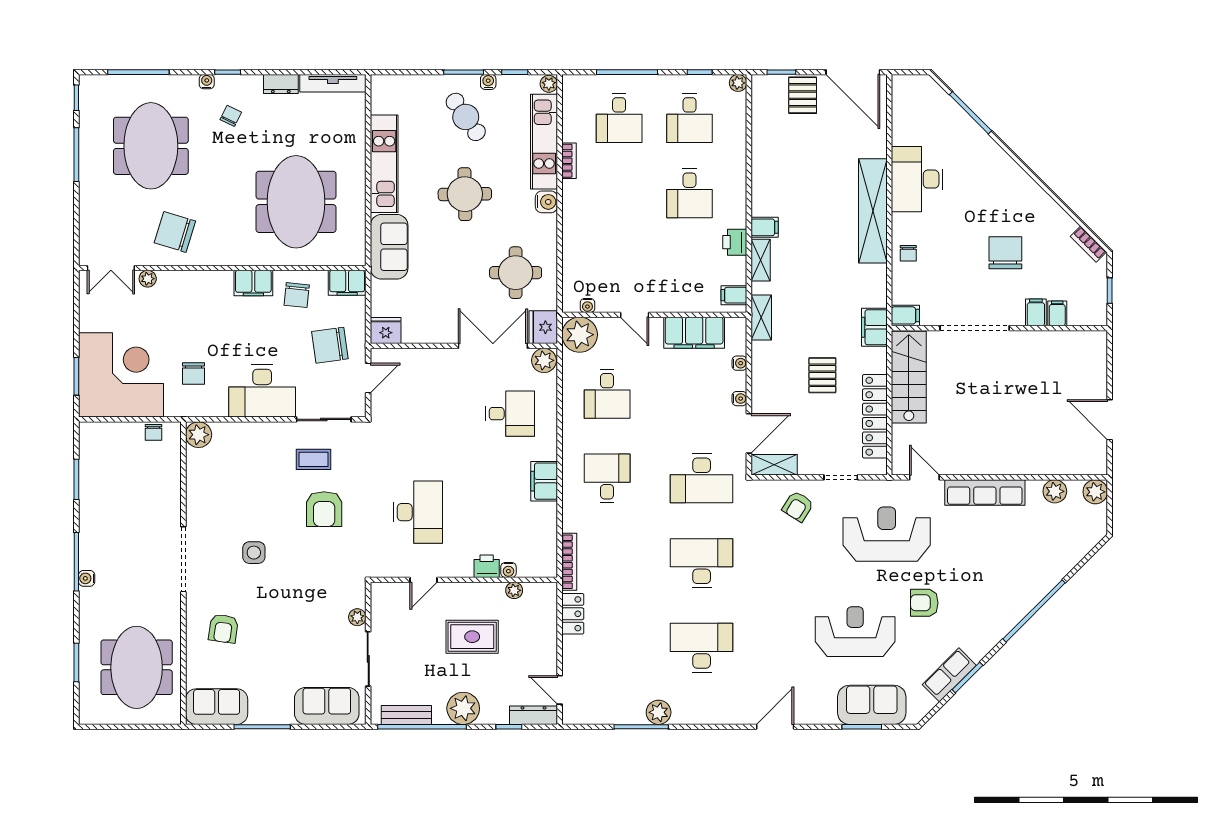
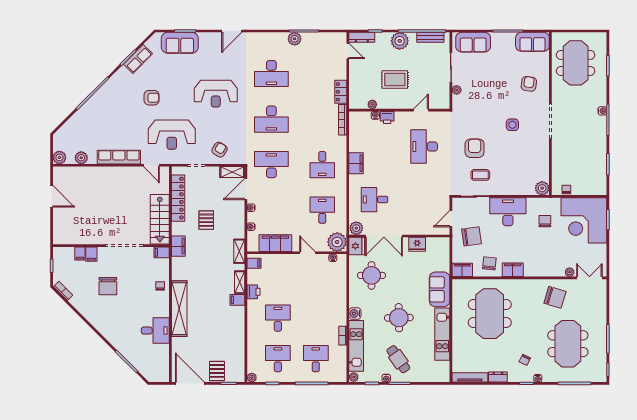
desk: (917, 179) -> (155, 331), width x0.73
fridge: (386, 331) -> (417, 244), moved
reception desk: (855, 632) -> (216, 94), moved

